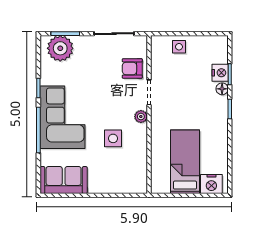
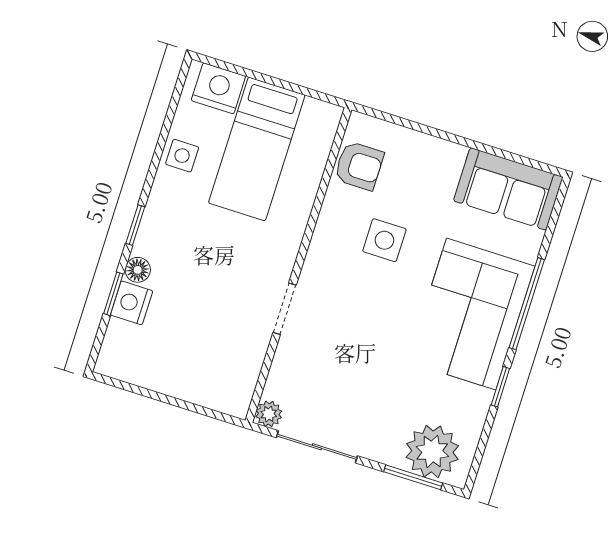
side table: (179, 47) -> (182, 156), moved
armchair: (132, 68) -> (359, 166), moved
plant: (141, 117) -> (269, 414), moved

